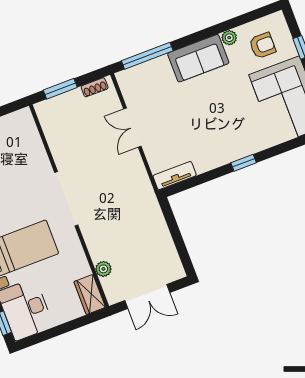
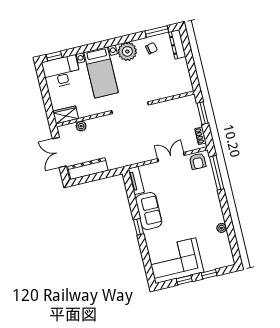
armchair: (263, 46) -> (198, 161), moved
sofa: (198, 58) -> (149, 211), moved, turned 180
dresser: (166, 250) -> (88, 169), added

